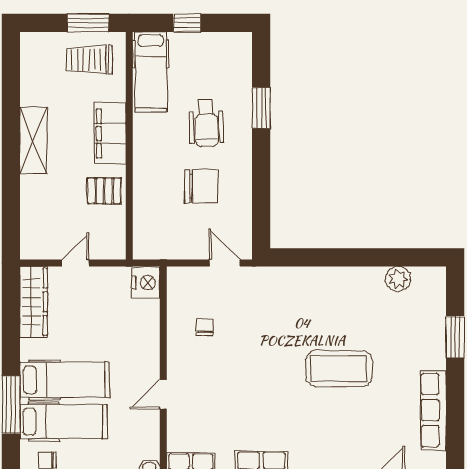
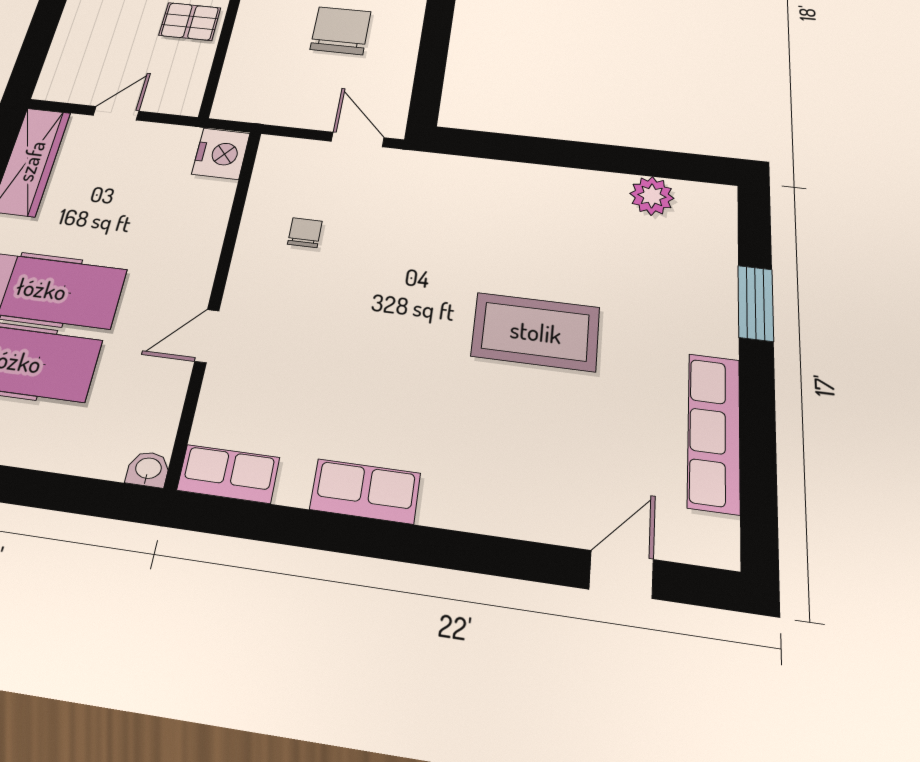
chair: (201, 186) -> (341, 31), turned -90

